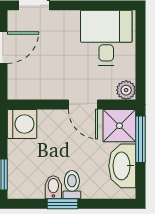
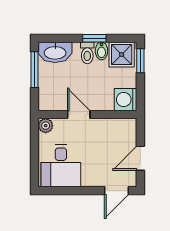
shower: (119, 126) -> (122, 55), moved
window: (141, 139) -> (34, 70), moved
washbasin: (122, 166) -> (55, 52), moved, turned 90

